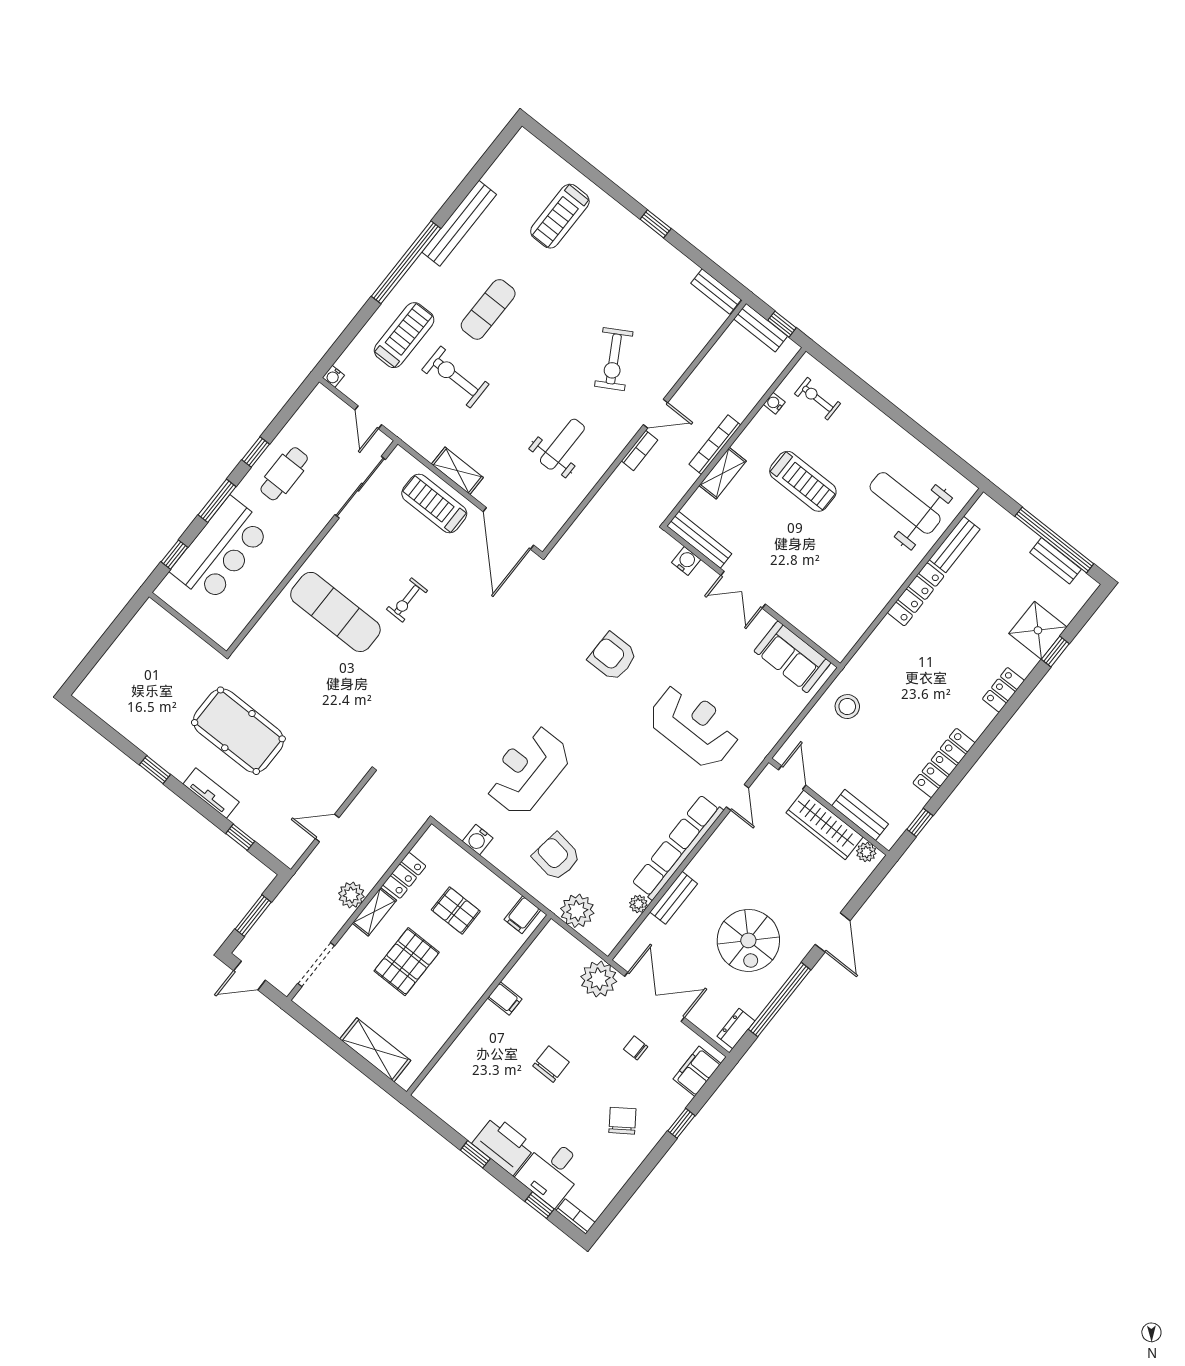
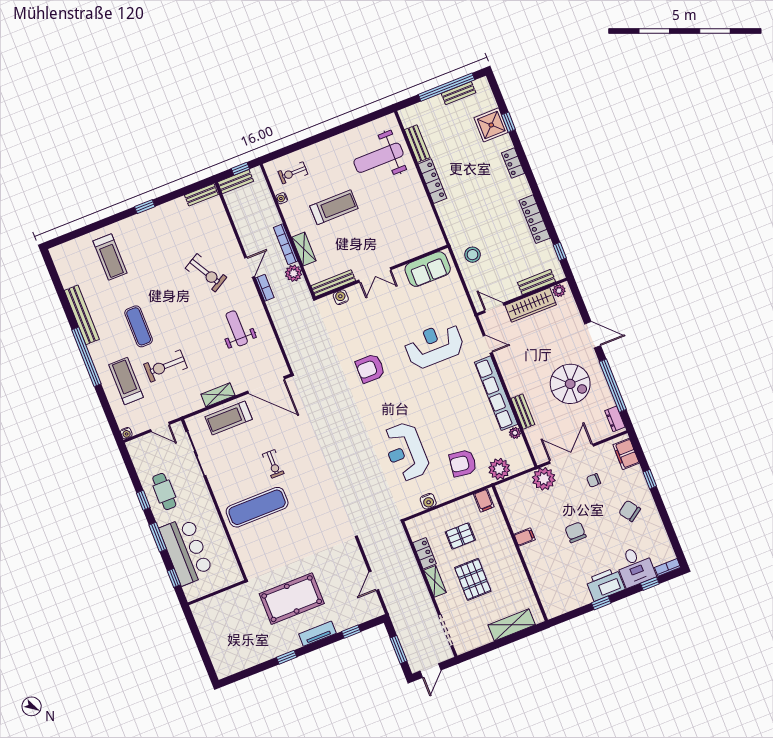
plant: (351, 895) -> (294, 273), moved

